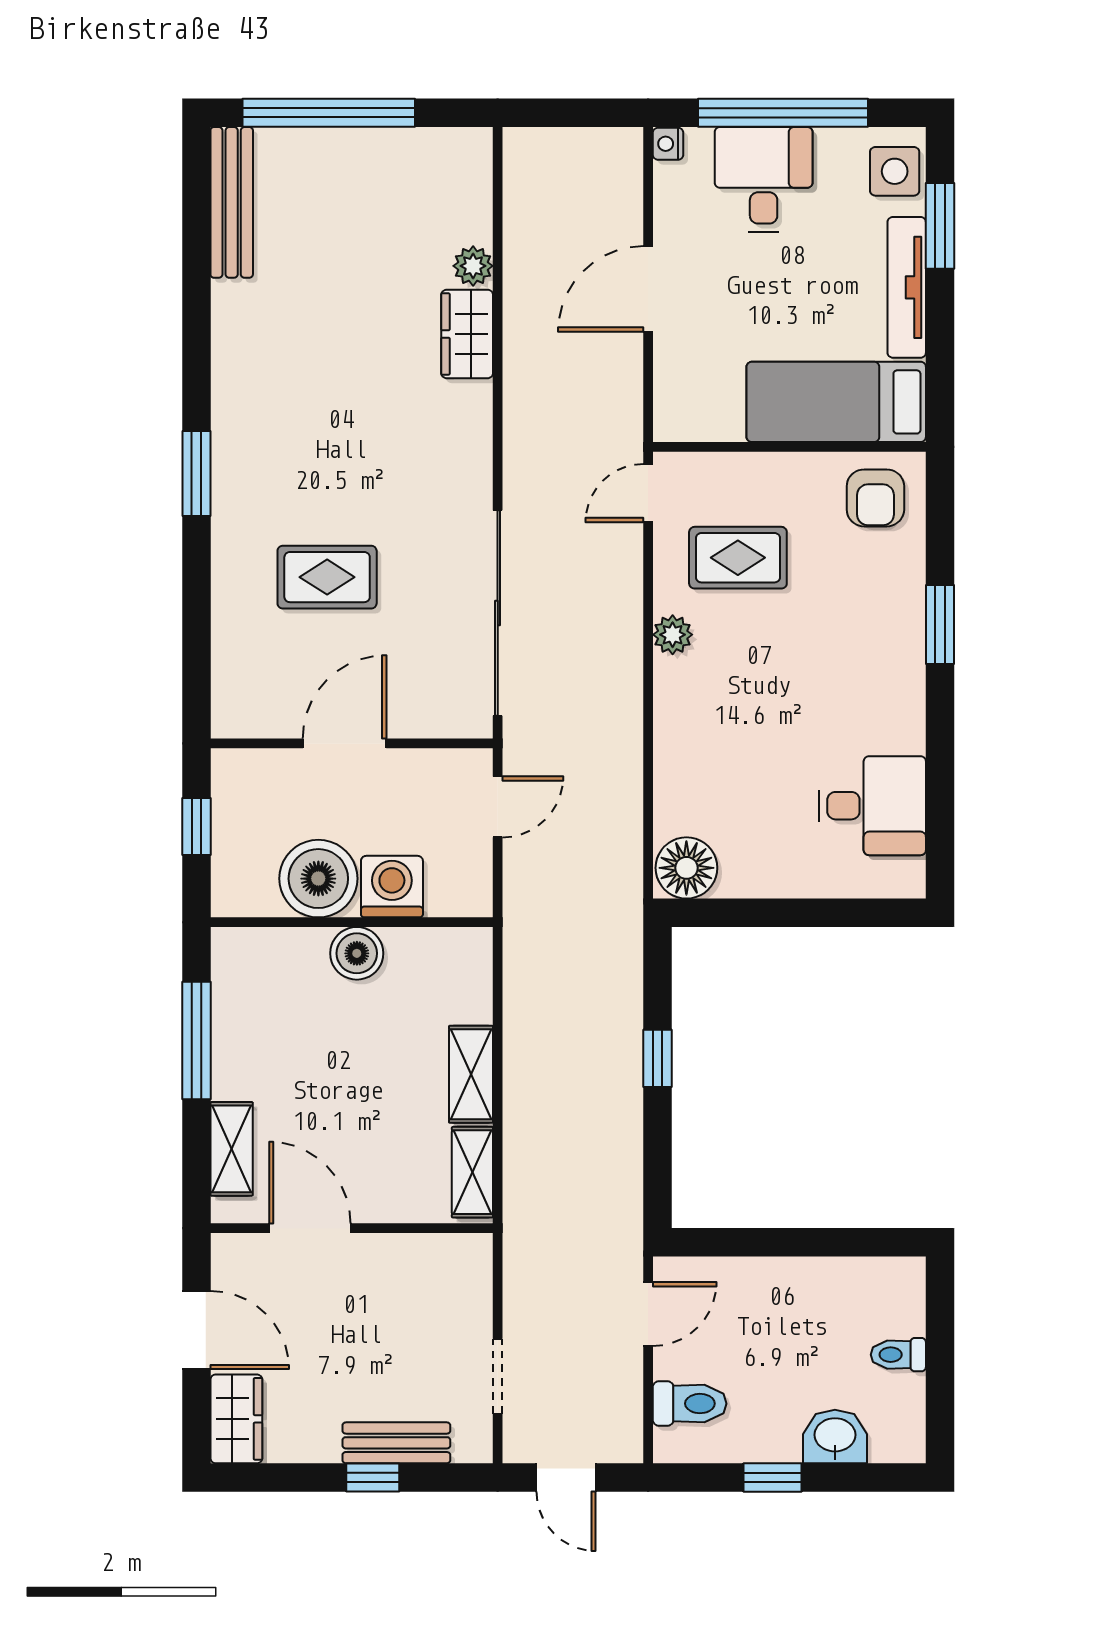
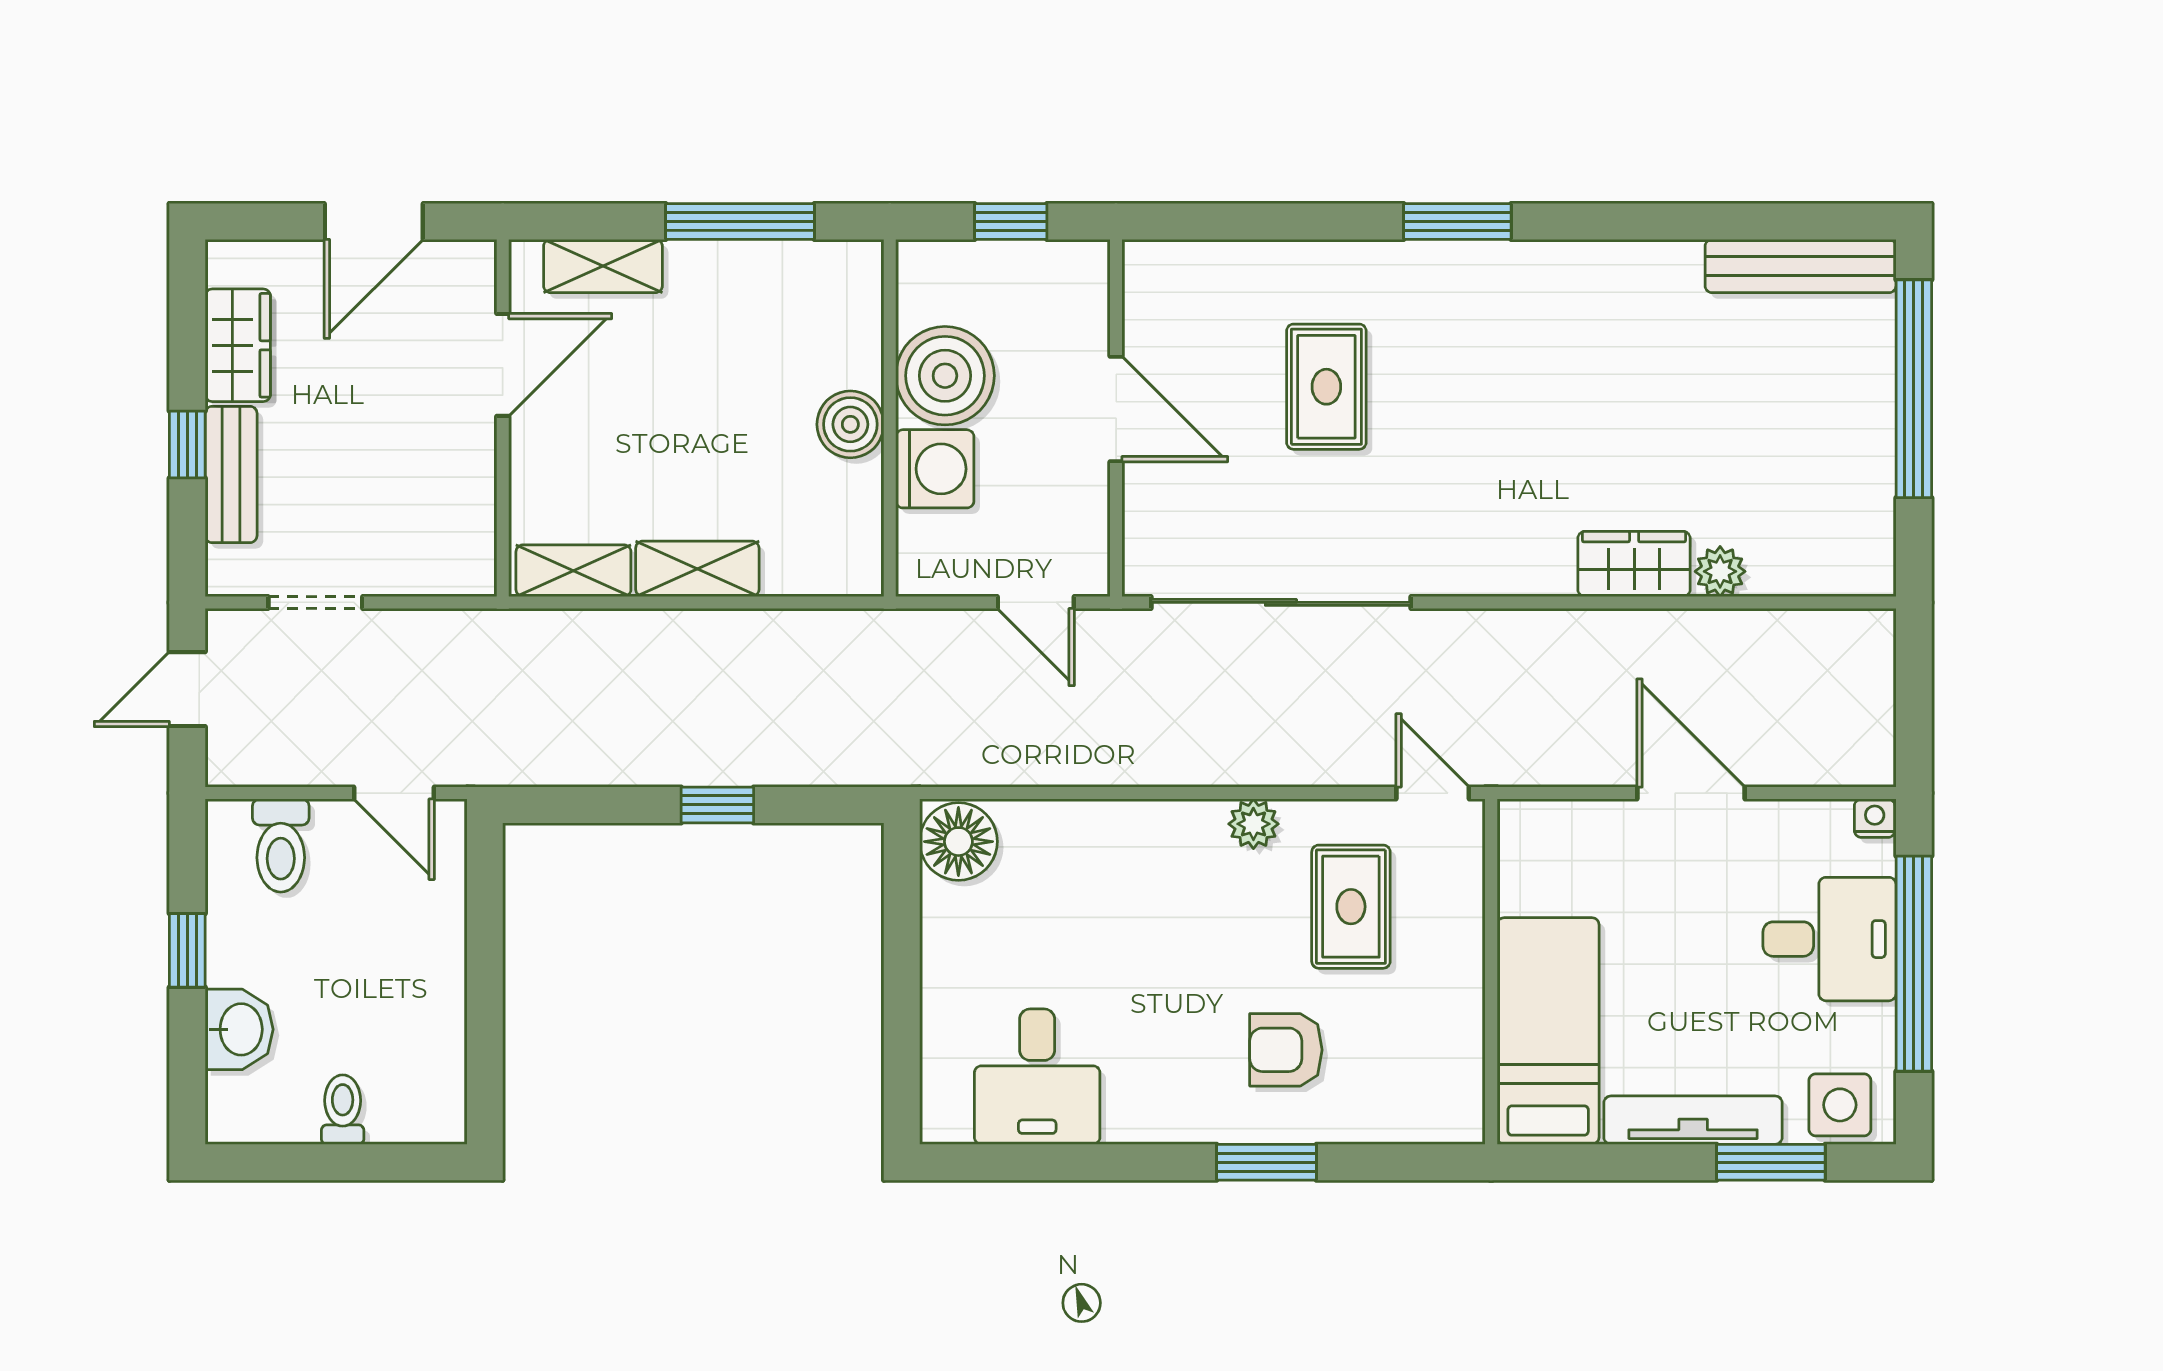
armchair: (875, 498) -> (1286, 1050), moved
wardrobe: (236, 1419) -> (238, 345), moved, turned -90

